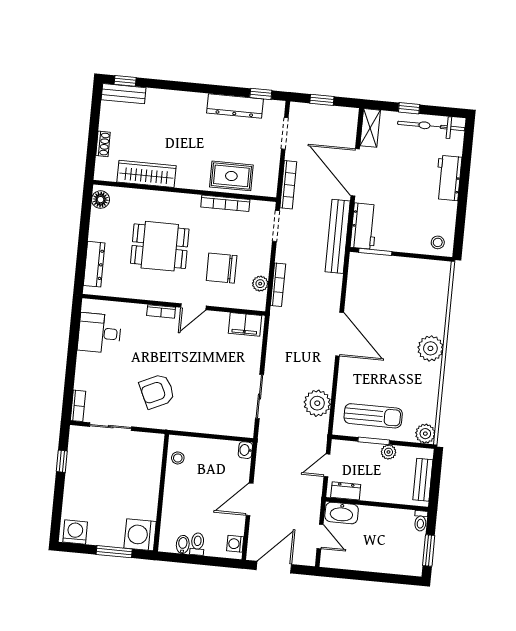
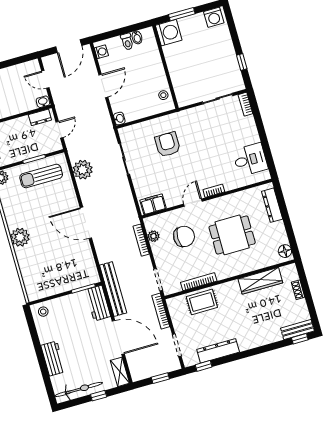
armchair: (157, 391) -> (168, 144), moved, turned -65
plant: (388, 452) -> (21, 155), removed
washbasin: (342, 513) -> (43, 102), width x0.52, depth x0.69

